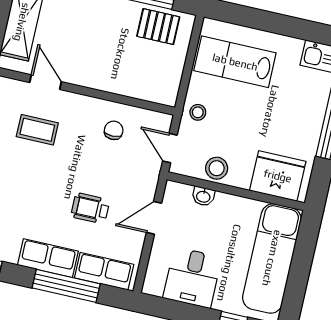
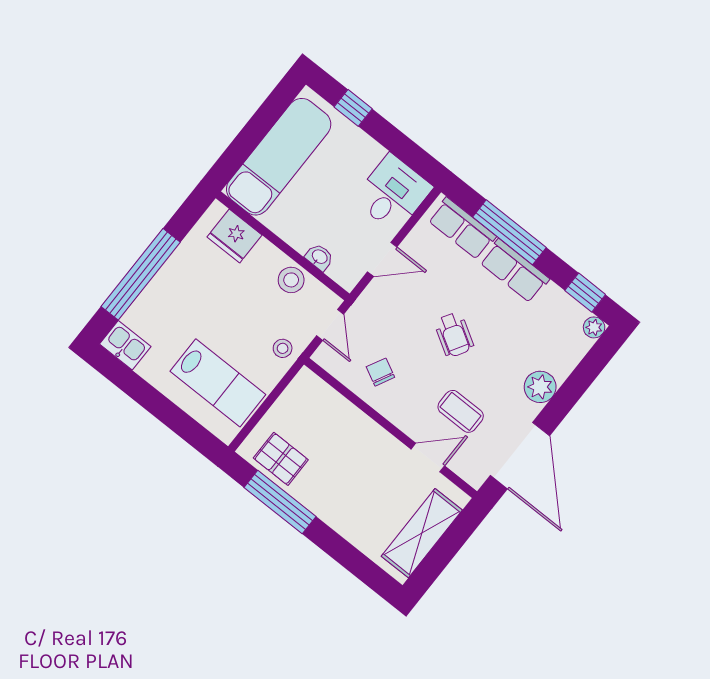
door: (45, 82) -> (428, 458), swing flipped
chair: (114, 130) -> (380, 372), turned 117
fridge: (278, 176) -> (234, 236), width x0.73, depth x0.75
wheelchair: (90, 208) -> (454, 335), moved, turned 31
desk: (192, 278) -> (393, 193), moved

